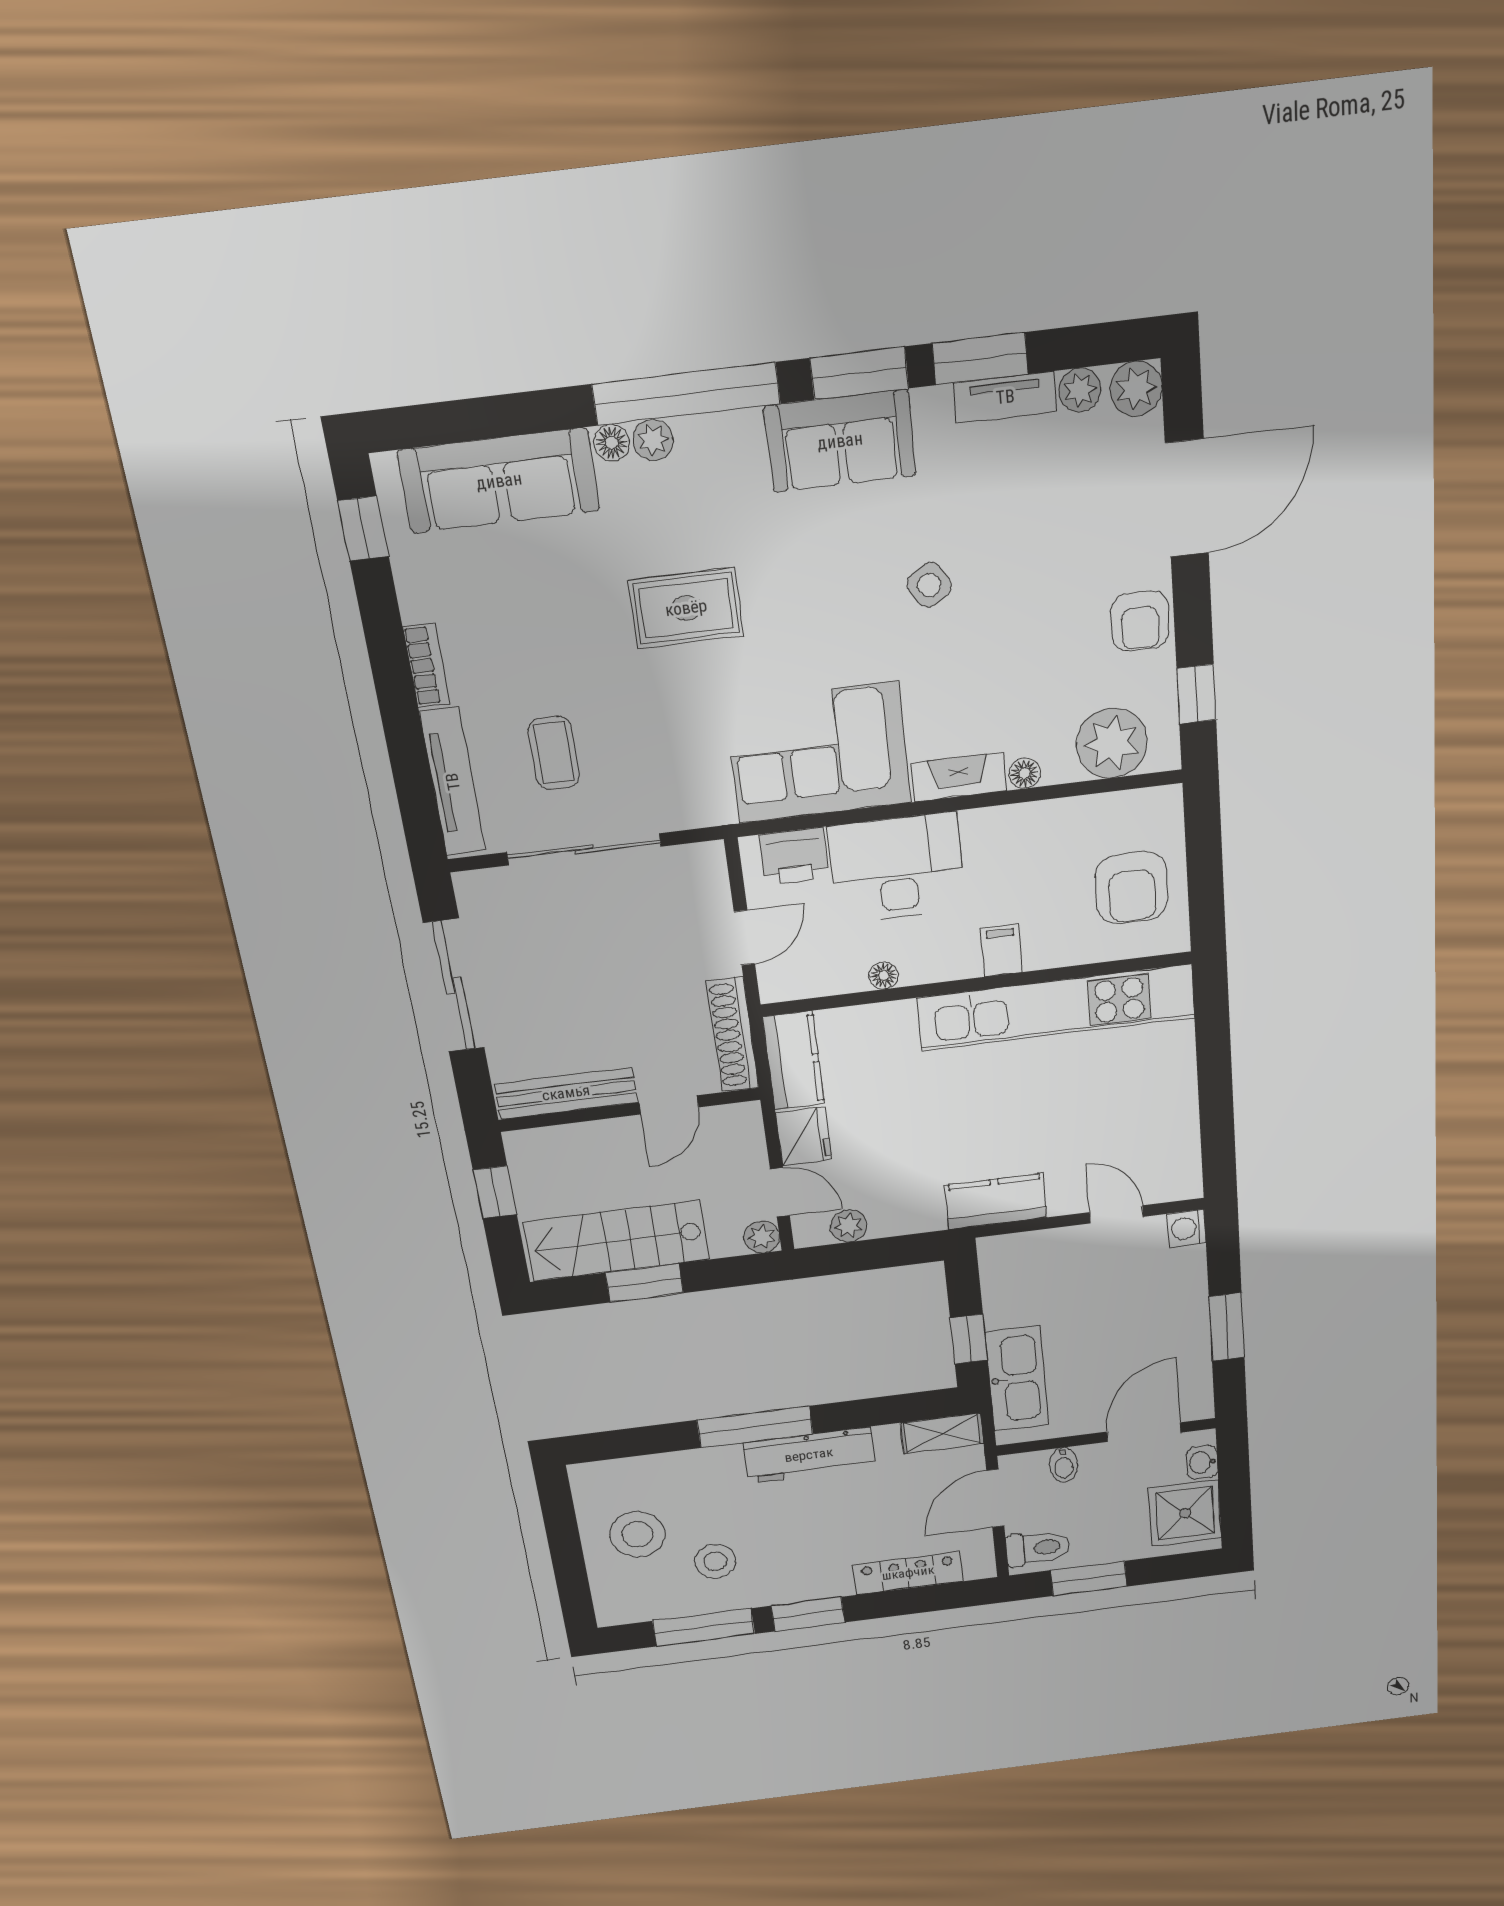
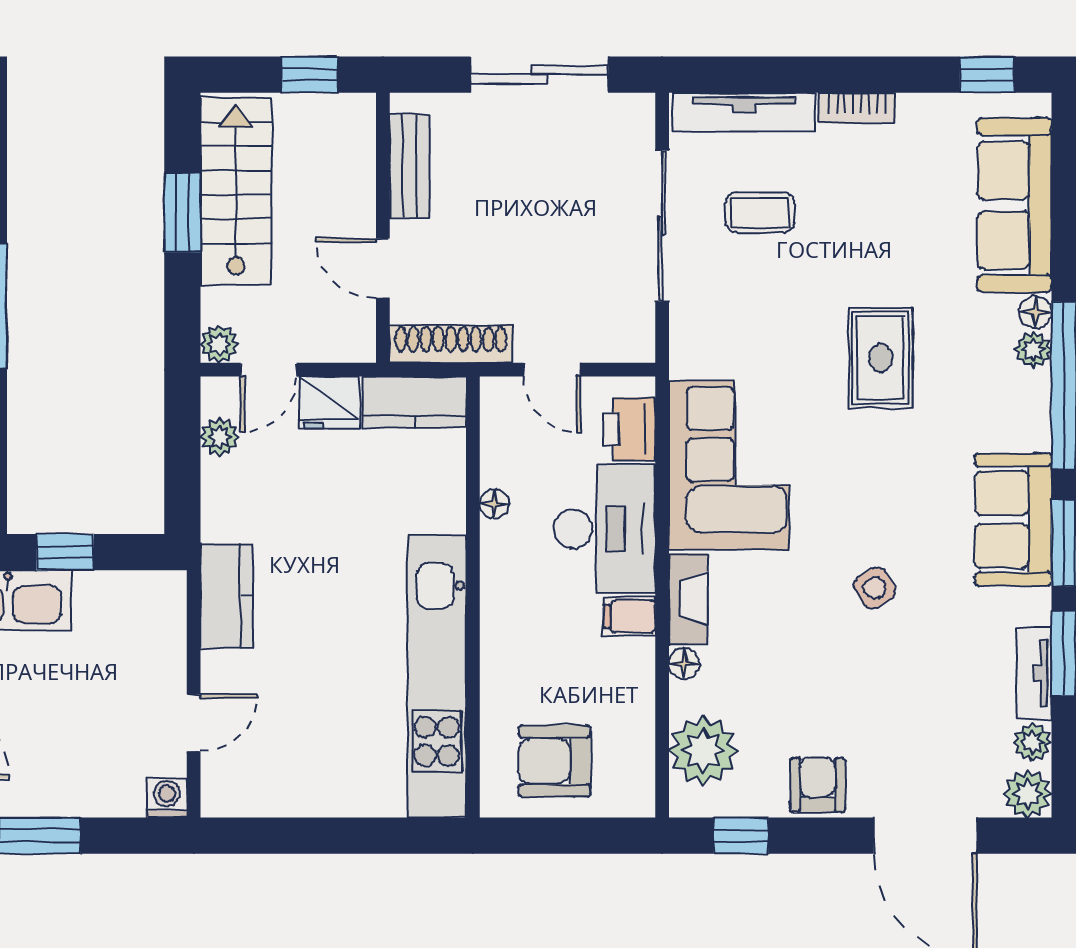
armchair: (1140, 621) -> (817, 785), turned 90
filing cabinet: (1002, 950) -> (629, 617), moved, turned 180
bench: (566, 1093) -> (409, 166), width x0.73

